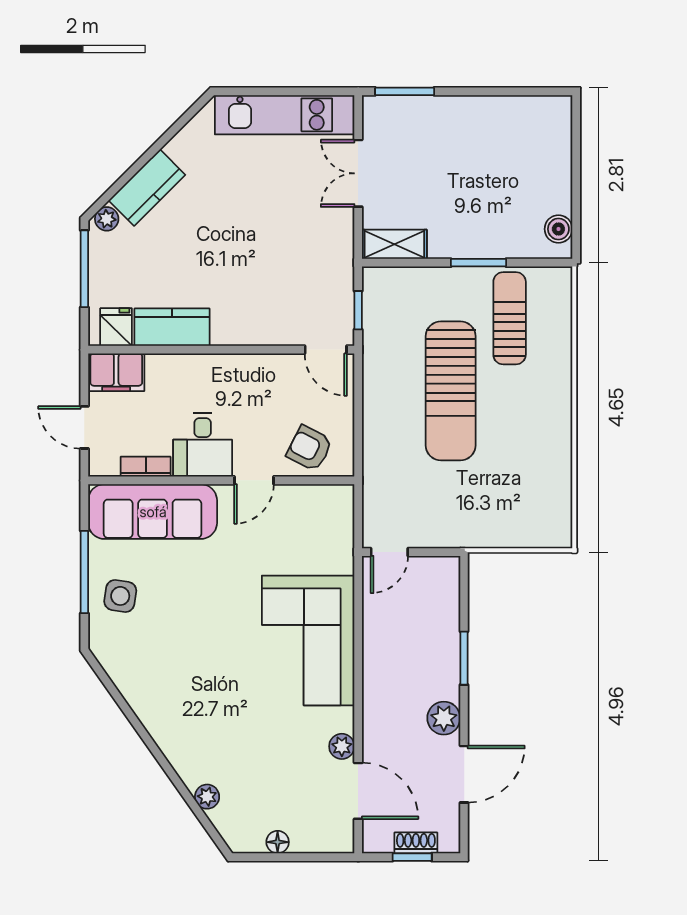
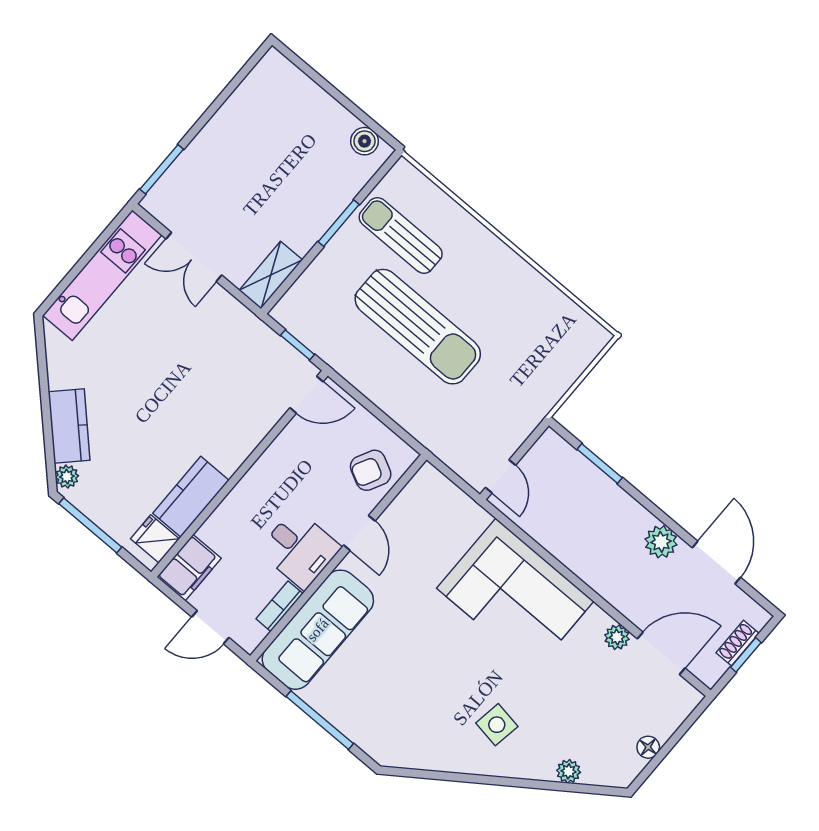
side table: (120, 596) -> (497, 725), moved
window: (464, 658) -> (600, 463), moved

